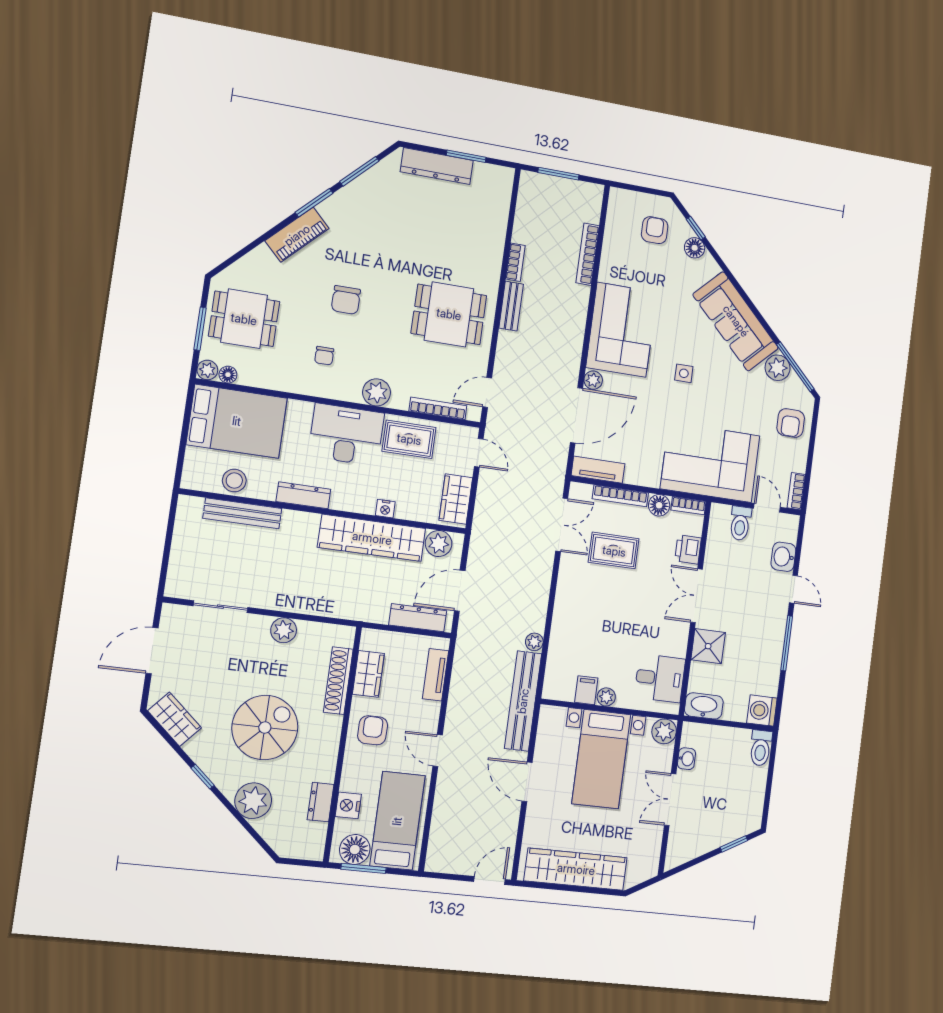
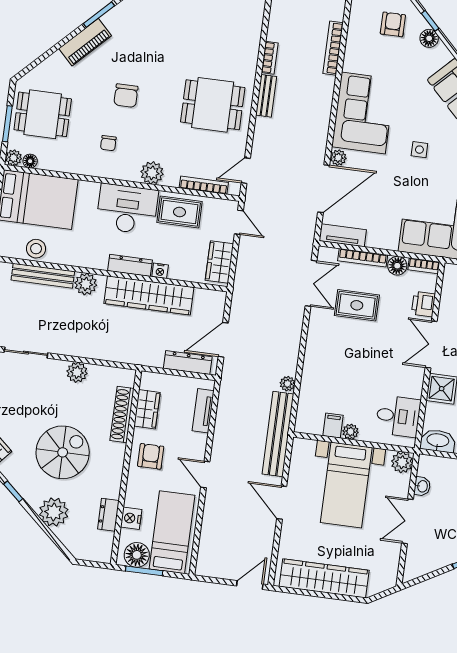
dresser: (303, 495) -> (130, 265), moved
plant: (439, 544) -> (86, 284), moved

